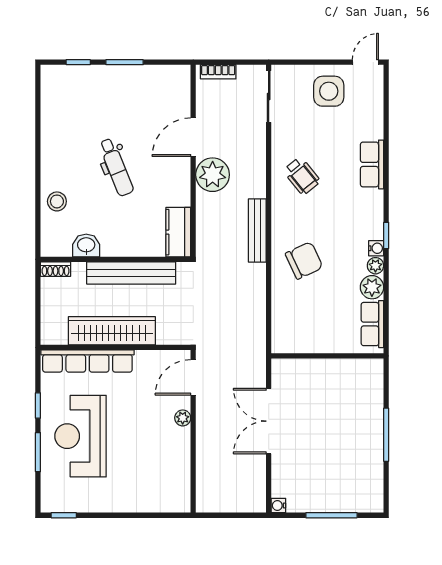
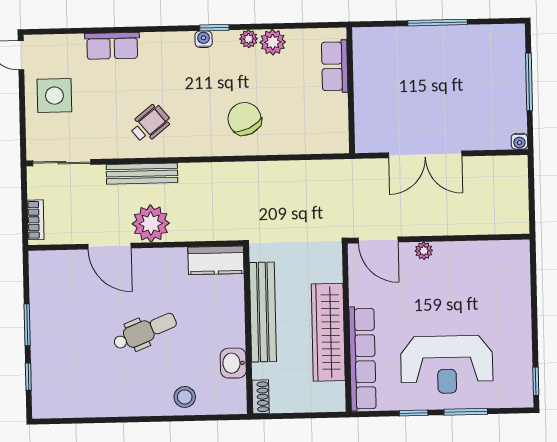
row of seats: (372, 164) -> (112, 46), moved
bench: (257, 230) -> (142, 174), moved
water cooler: (376, 248) -> (204, 39), moved
row of seats: (372, 324) -> (335, 66), moved, turned 90

